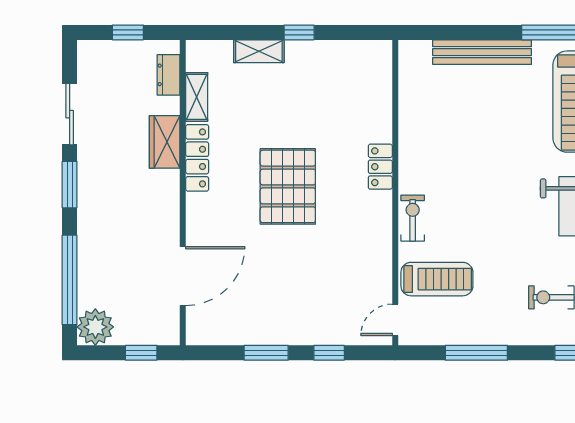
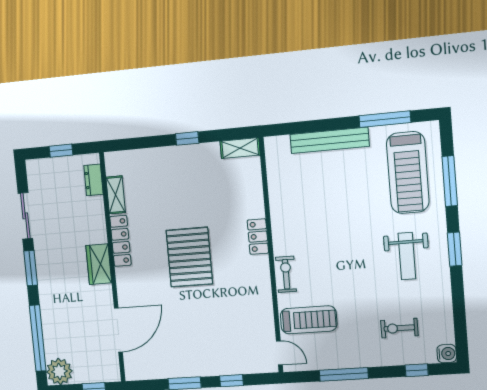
shelving: (259, 51) -> (240, 148), moved
wardrobe: (165, 142) -> (99, 264), moved
door: (395, 320) -> (279, 353), swing flipped

